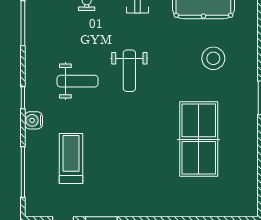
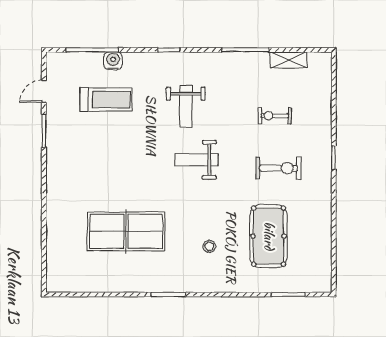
stool: (213, 58) -> (209, 246), width x0.53, depth x0.53
water cooler: (33, 120) -> (113, 61), moved

